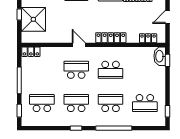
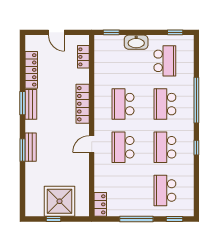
washbasin: (160, 56) -> (136, 42), moved
school desk: (111, 70) -> (123, 104), turned 180

